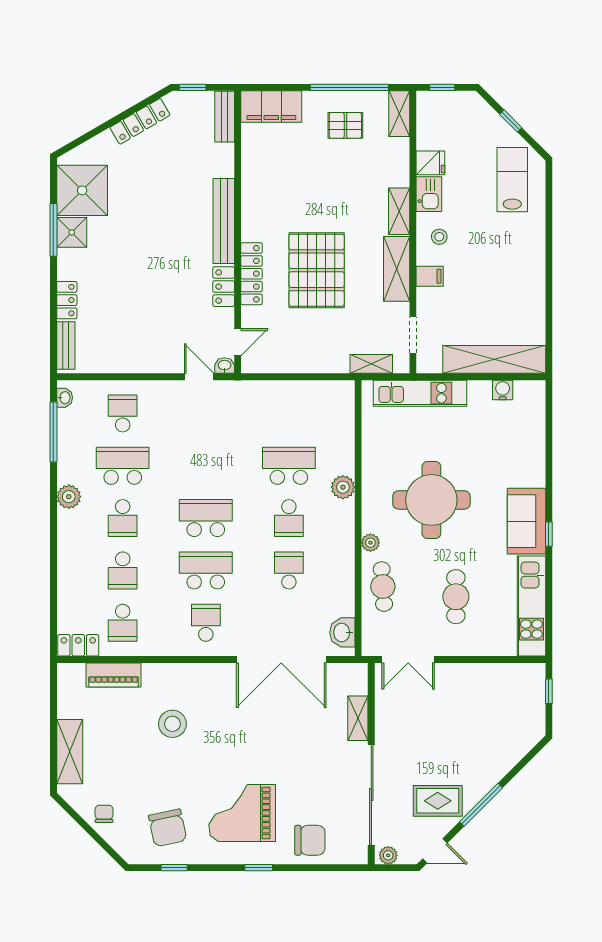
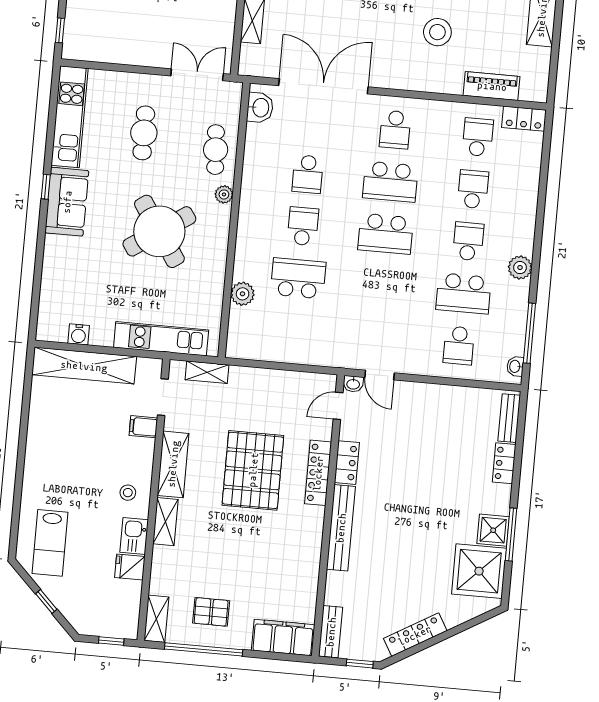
filing cabinet: (430, 276) -> (143, 427), moved
school desk: (289, 466) -> (298, 278), turned 180
plant: (343, 487) -> (243, 294), moved
round table: (431, 500) -> (159, 231), turned -34

